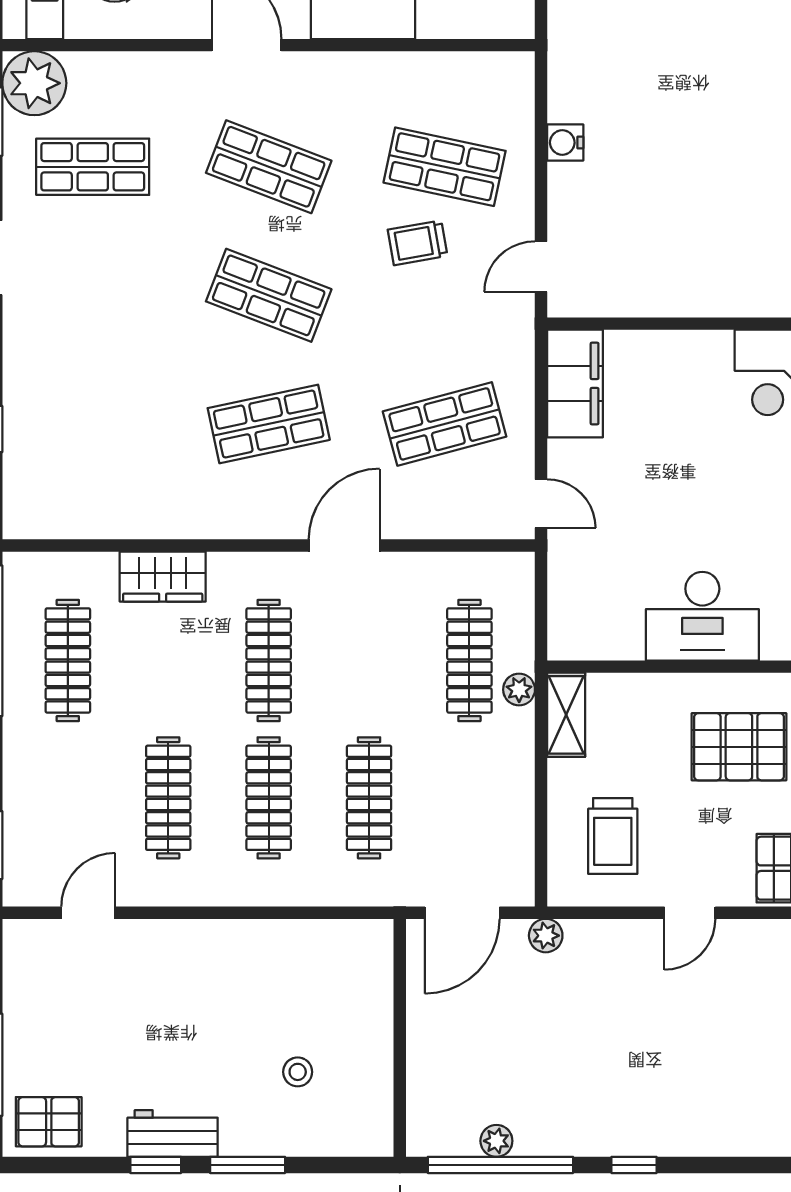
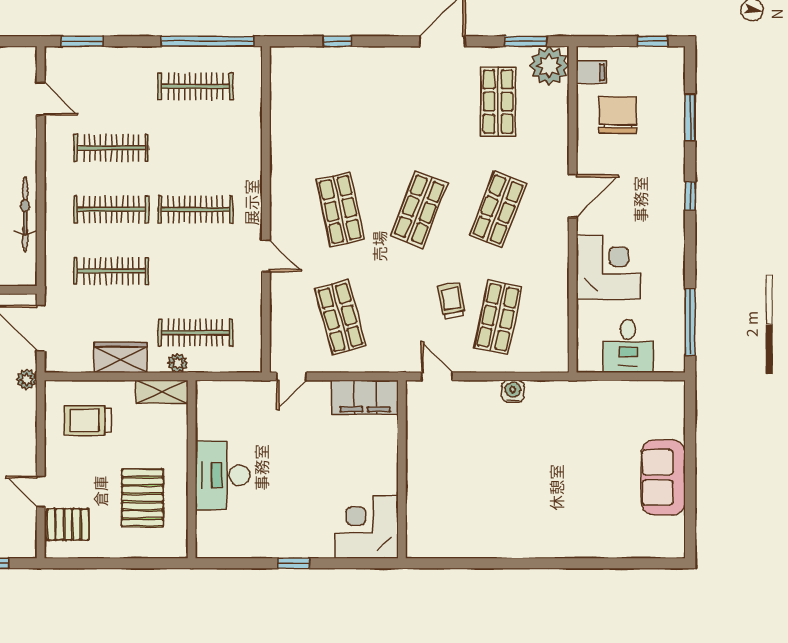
door: (344, 546) -> (266, 256), width x0.73
wardrobe: (163, 577) -> (121, 357), moved, turned 90
door: (690, 913) -> (41, 492), moved
bicycle: (277, 938) -> (25, 215), added

